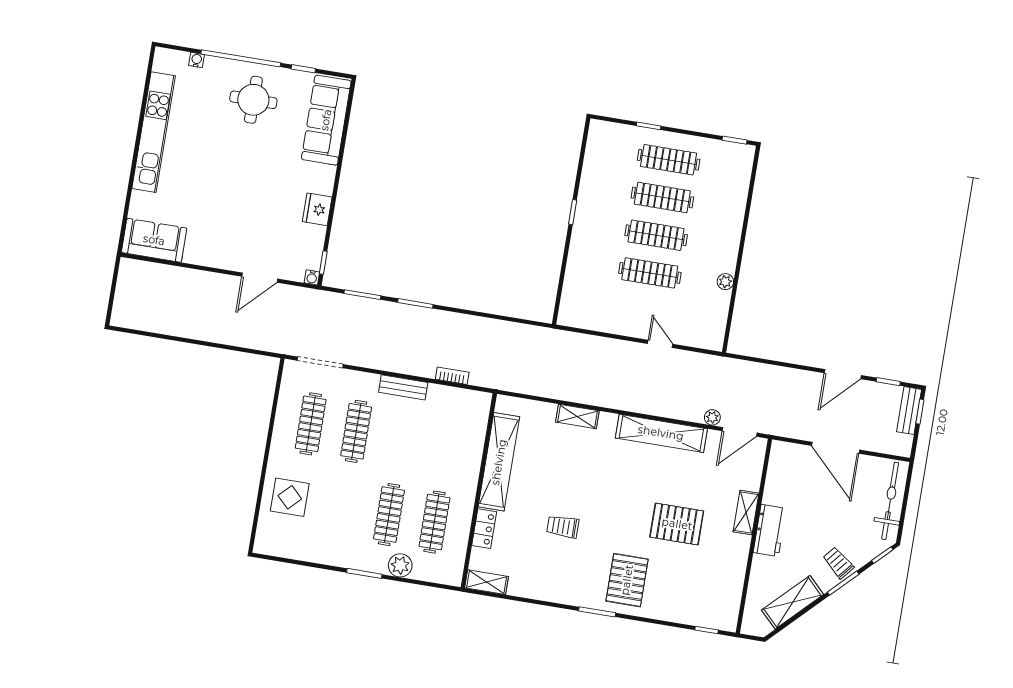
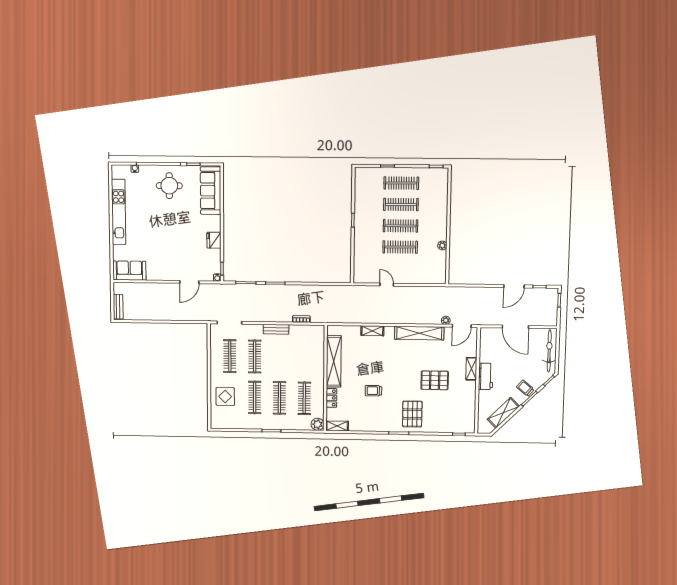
door: (660, 344) -> (387, 285), moved
bench: (909, 411) -> (118, 307), moved
clothes rail: (344, 507) -> (255, 398), added
plant: (400, 565) -> (318, 424), moved

